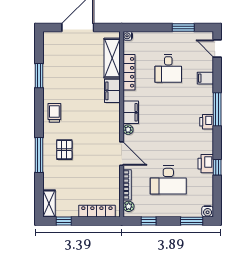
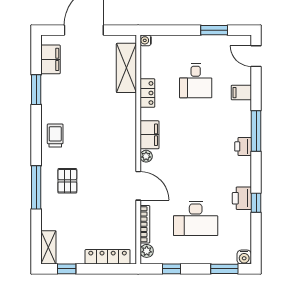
locker: (129, 72) -> (147, 93), width x0.66
filing cabinet: (112, 91) -> (50, 59), moved, turned 180

